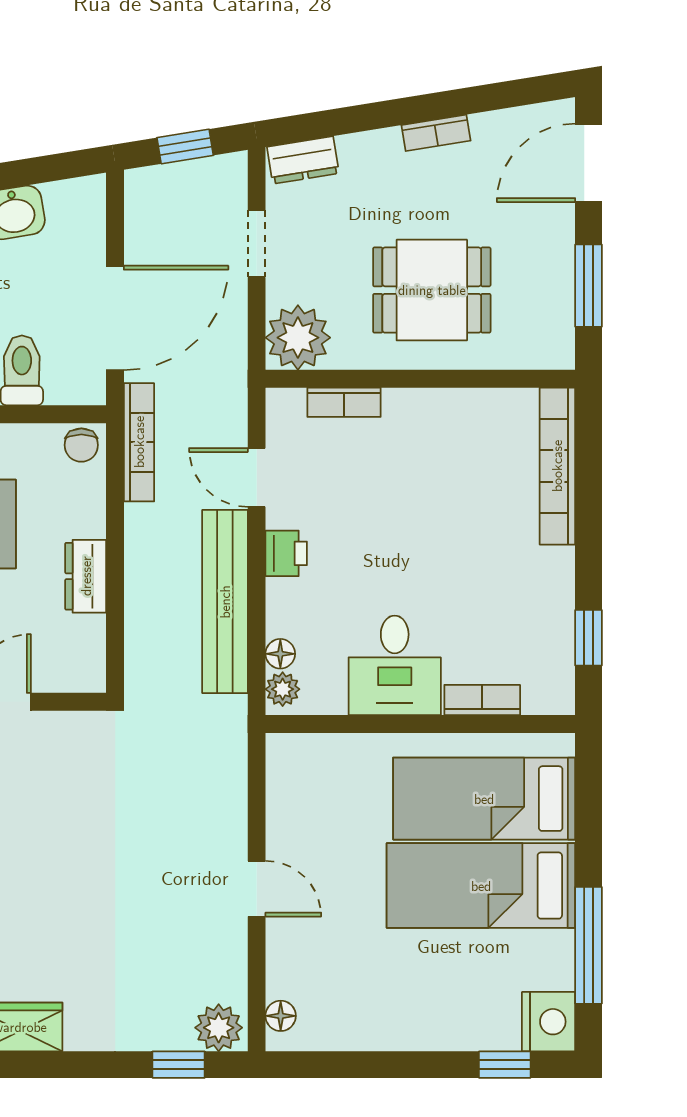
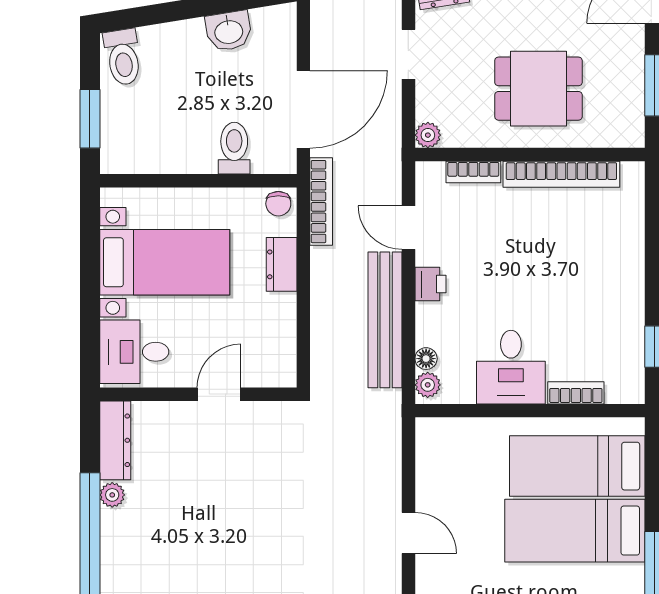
plant: (298, 338) -> (428, 135), width x0.53, depth x0.53
bookcase: (557, 466) -> (561, 174), moved, turned -90
dresser: (86, 576) -> (282, 264), moved

